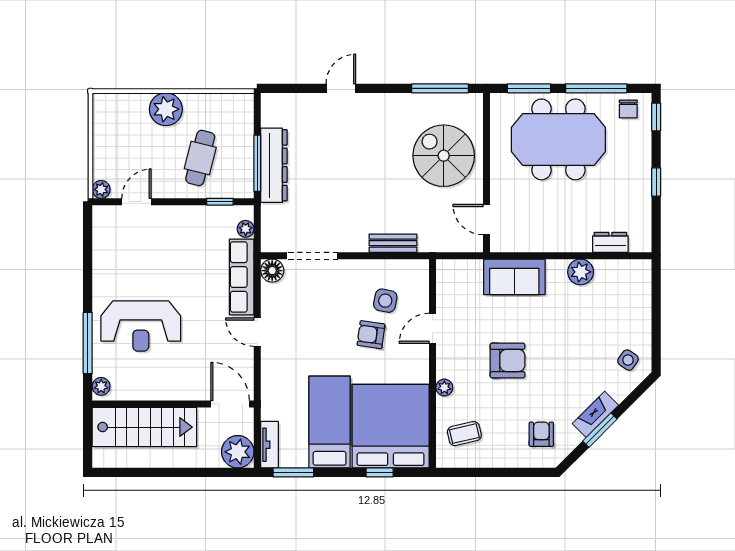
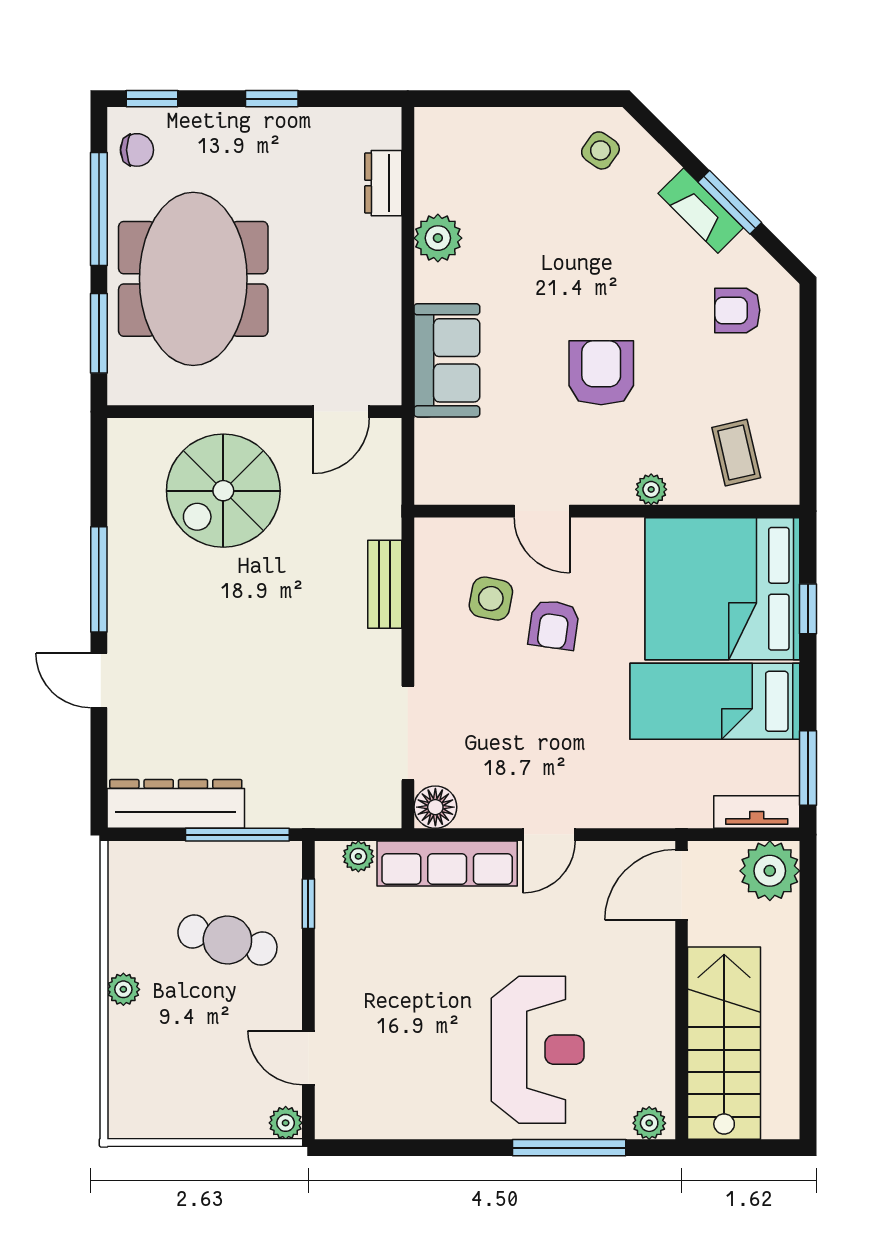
window: (440, 88) -> (99, 579), moved
plant: (166, 109) -> (123, 989), width x0.53, depth x0.53
dresser: (274, 165) -> (176, 804), moved

